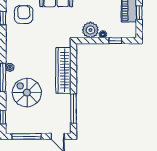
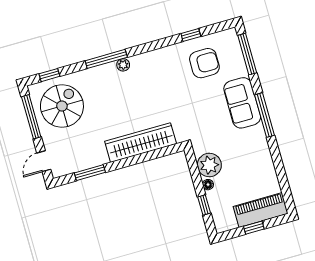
spiral stairs: (27, 93) -> (62, 106), moved
window: (73, 109) -> (90, 173), width x0.69

